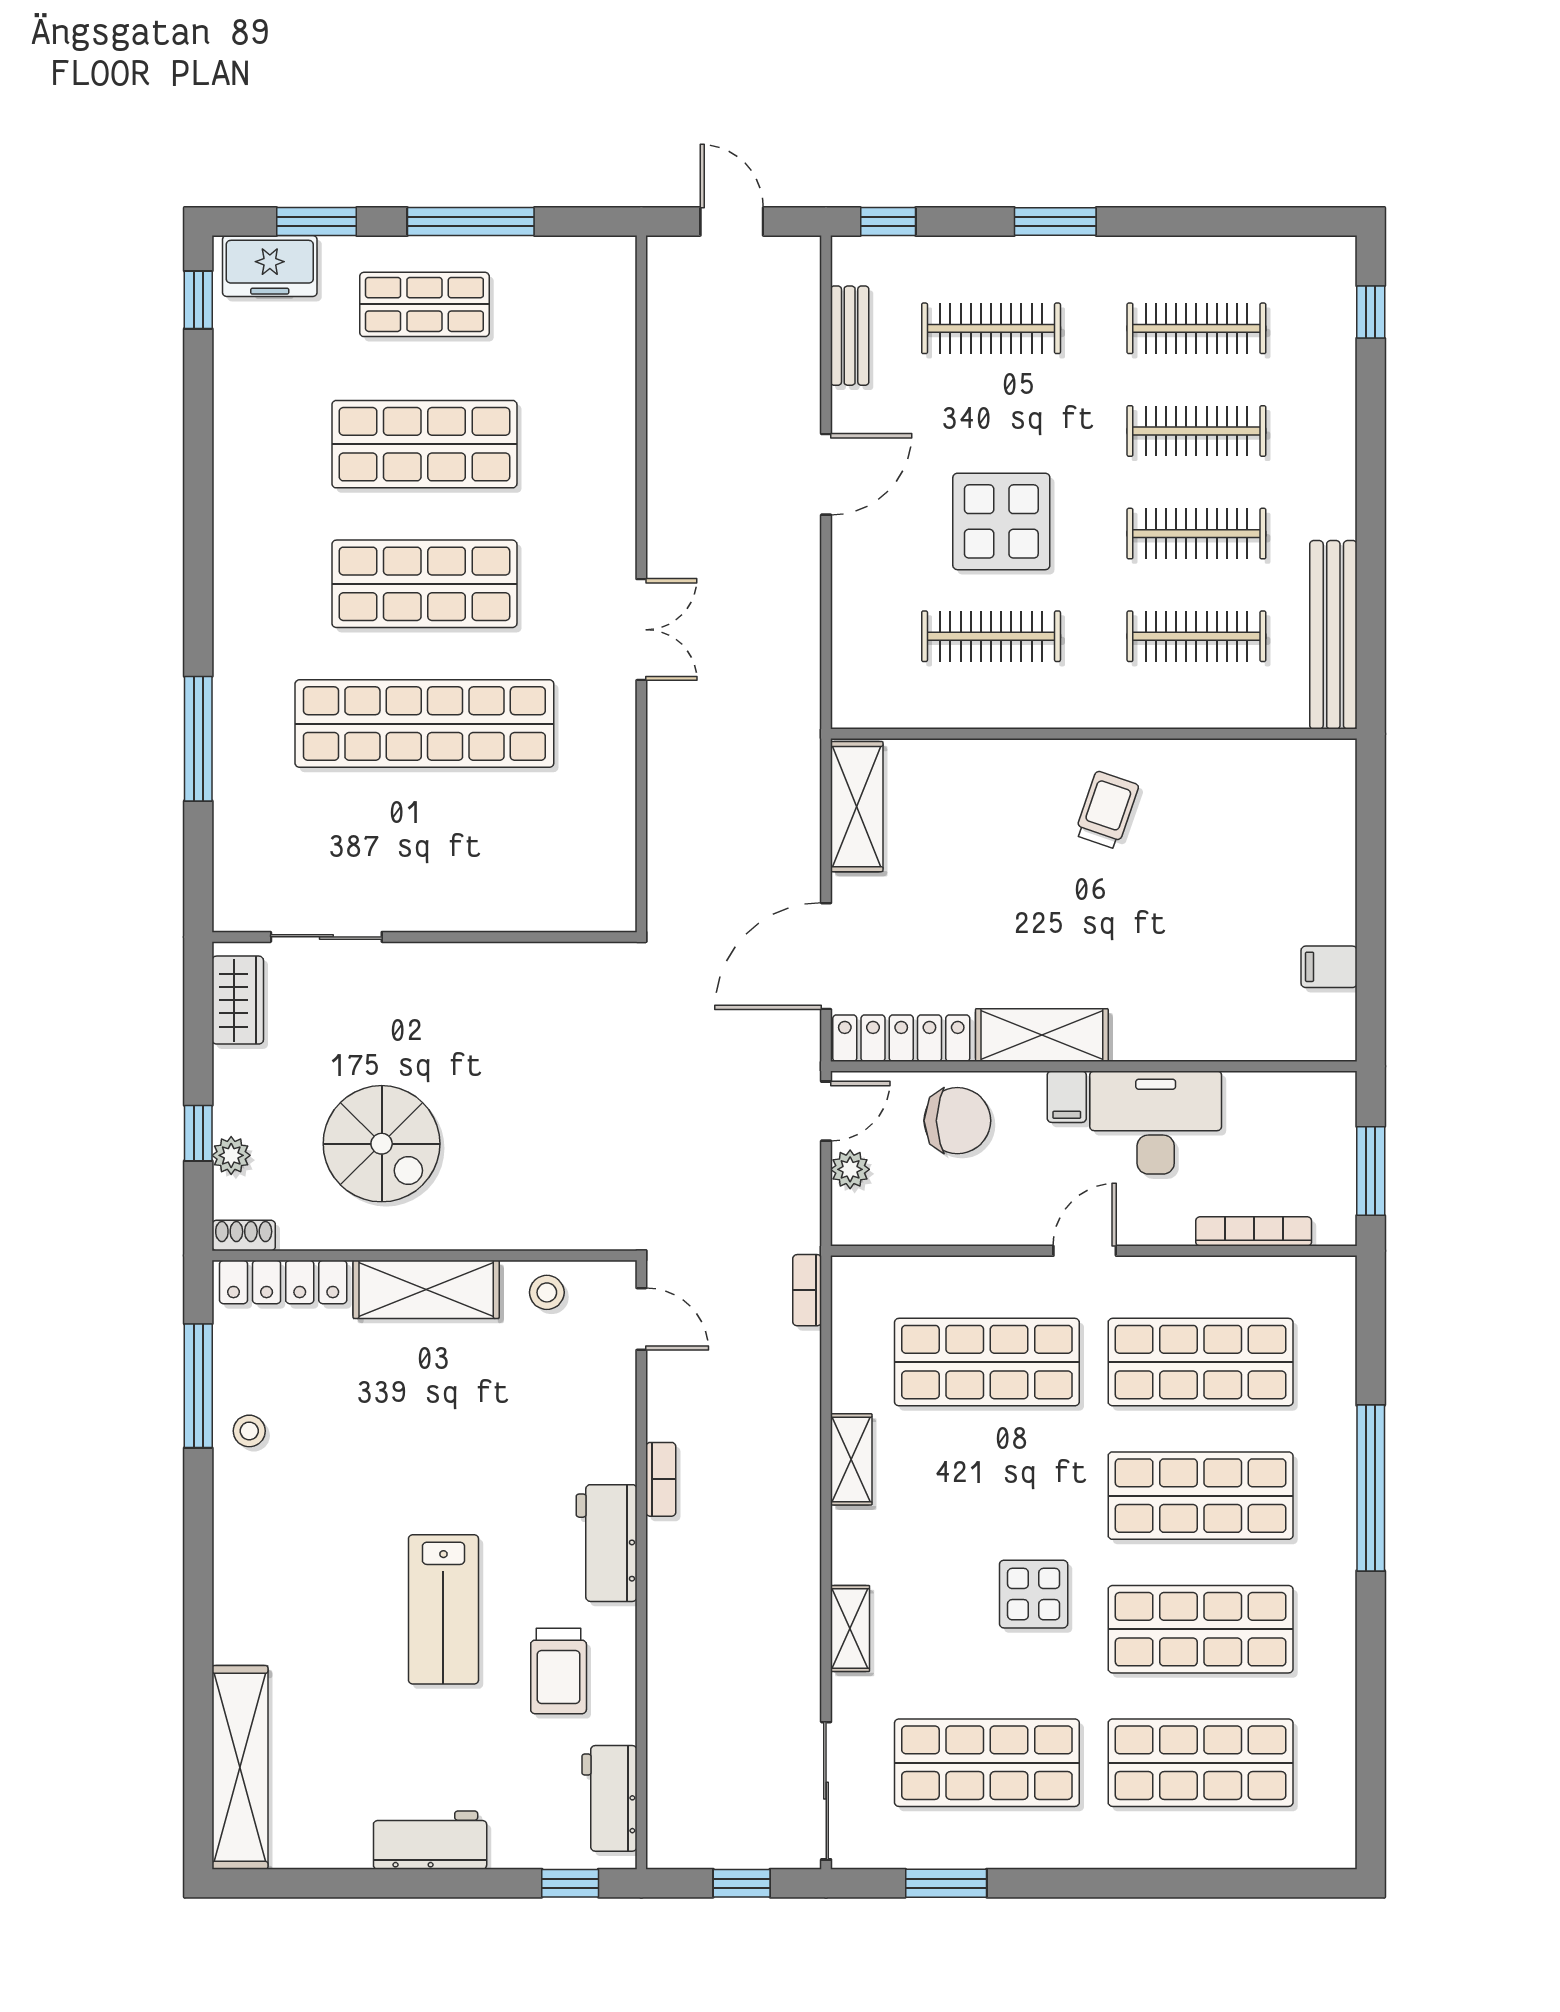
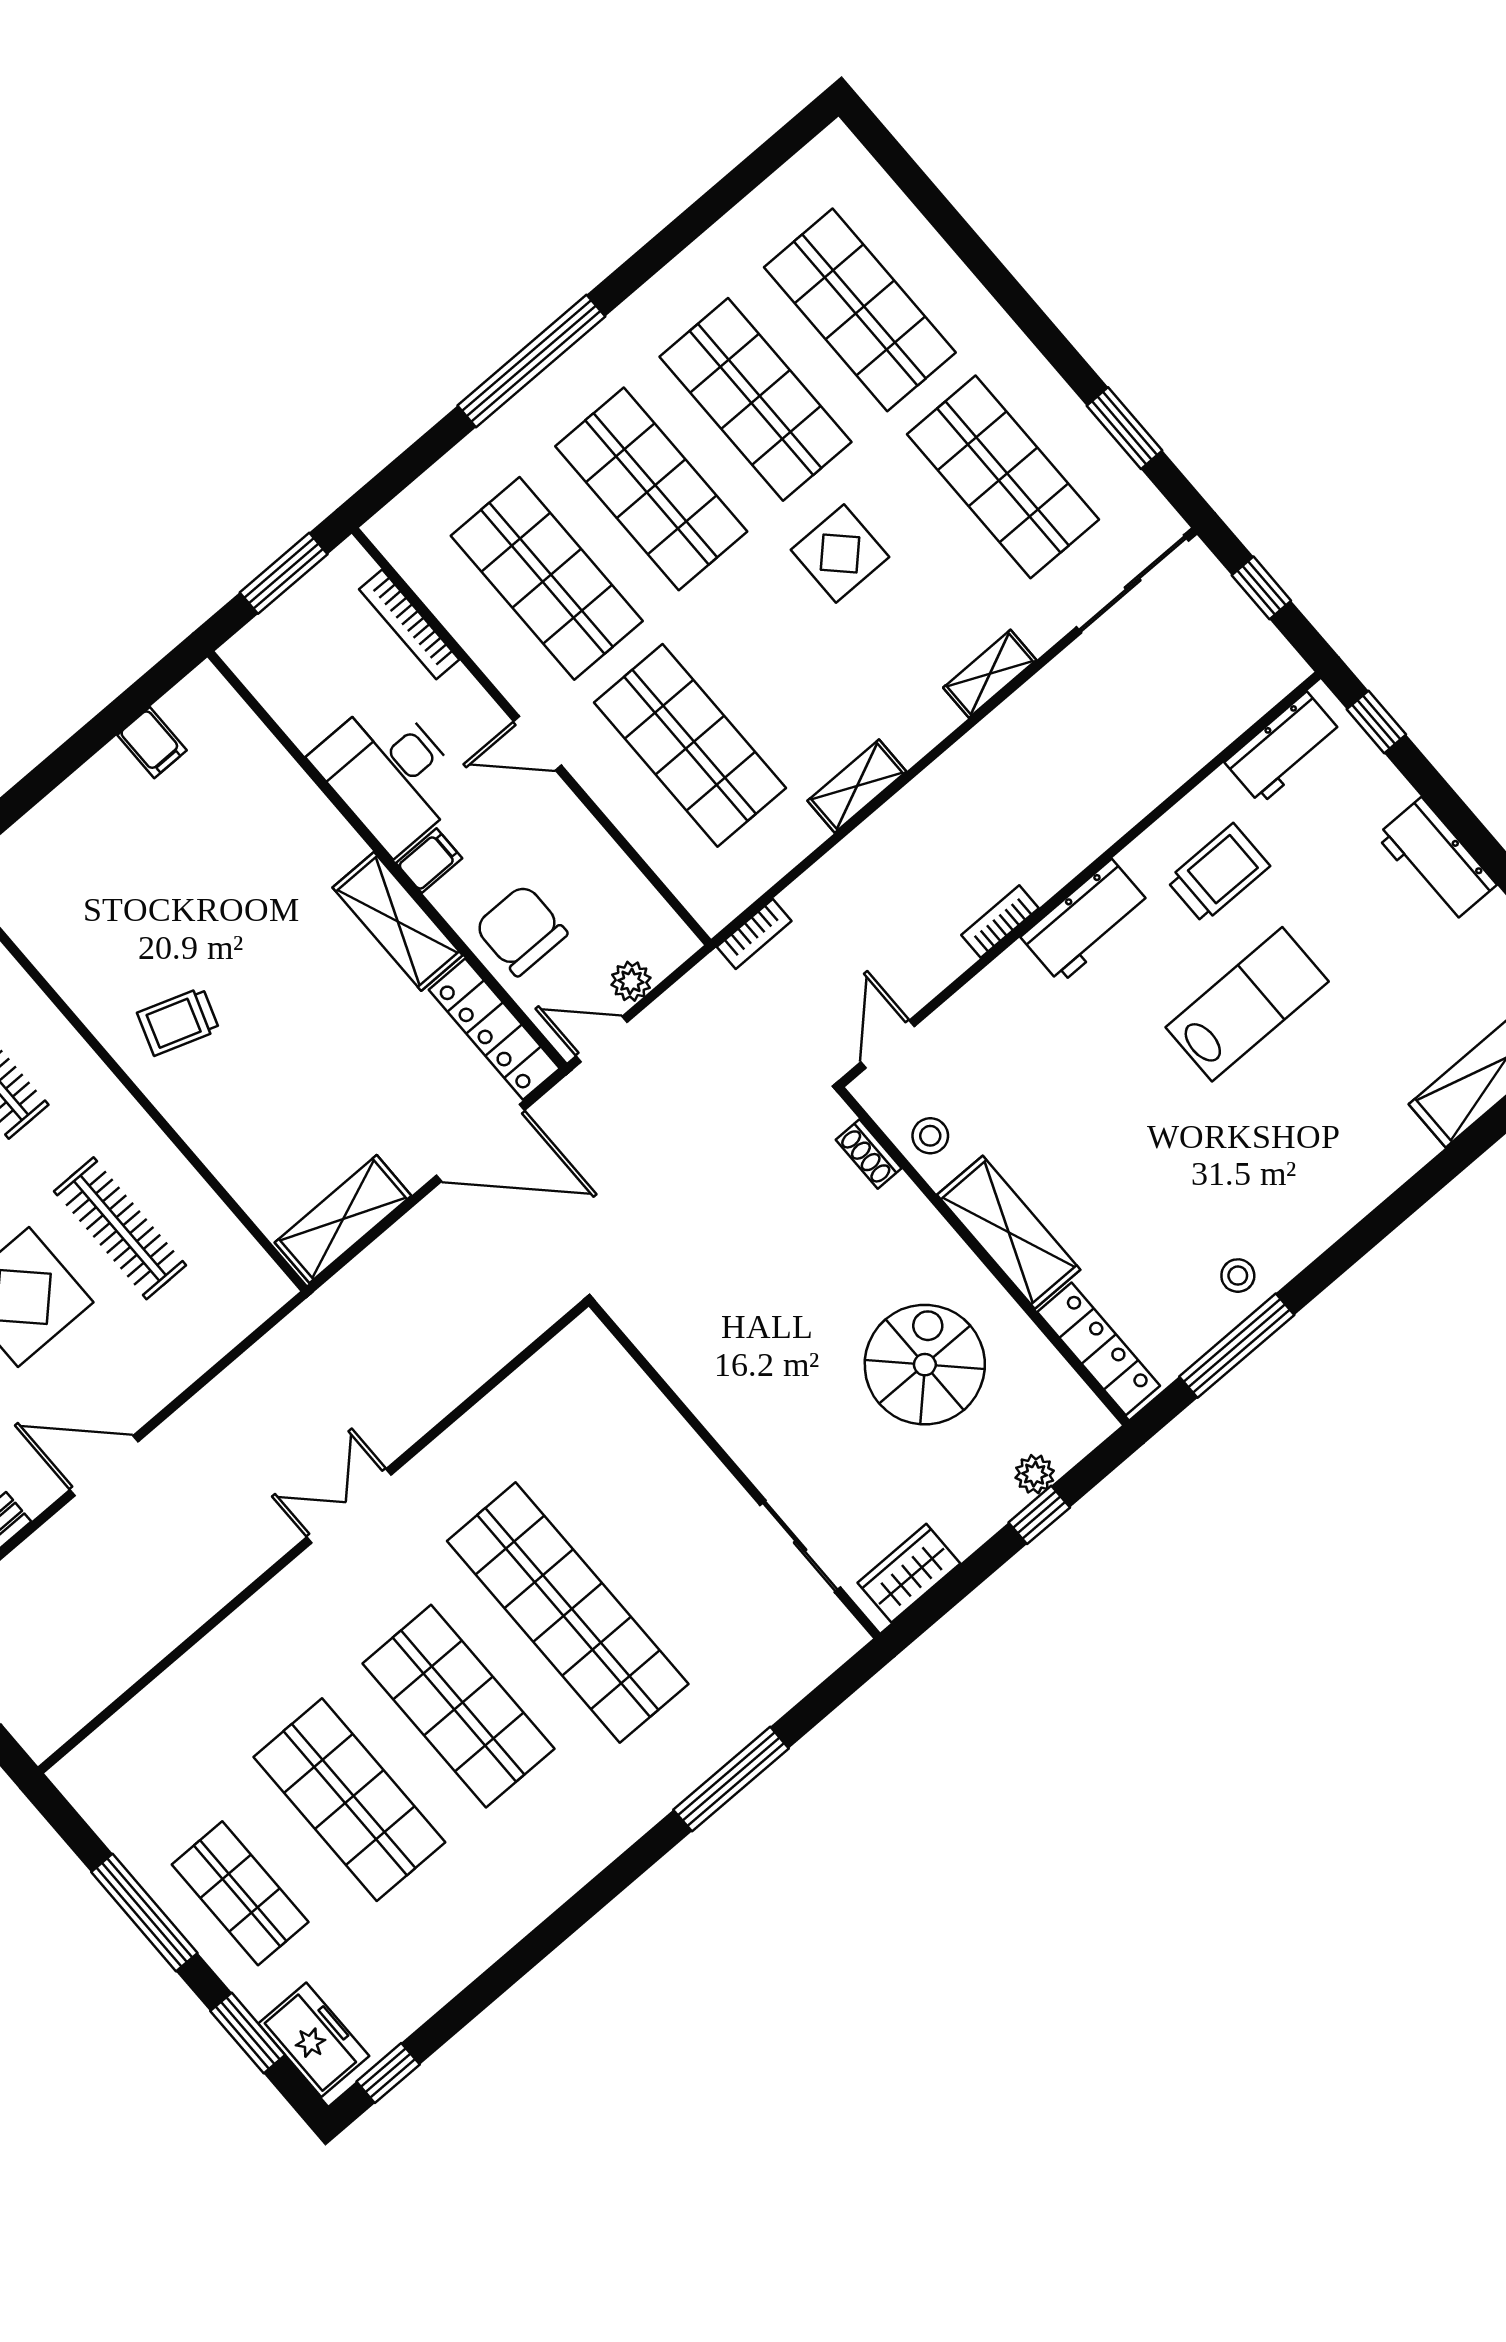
shoe rack: (244, 1235) -> (869, 1154), moved

